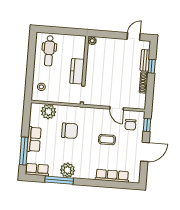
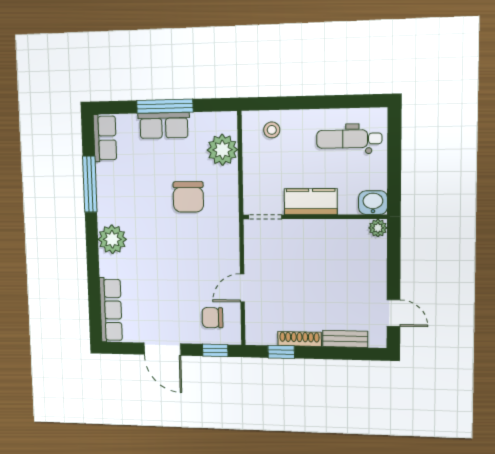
washbasin: (80, 42) -> (373, 203), added
window: (152, 66) -> (281, 352), moved
coffee table: (107, 140) -> (179, 273), removed
window: (24, 151) -> (165, 106), moved
plant: (67, 170) -> (112, 239), moved
row of seats: (112, 176) -> (111, 310), moved

